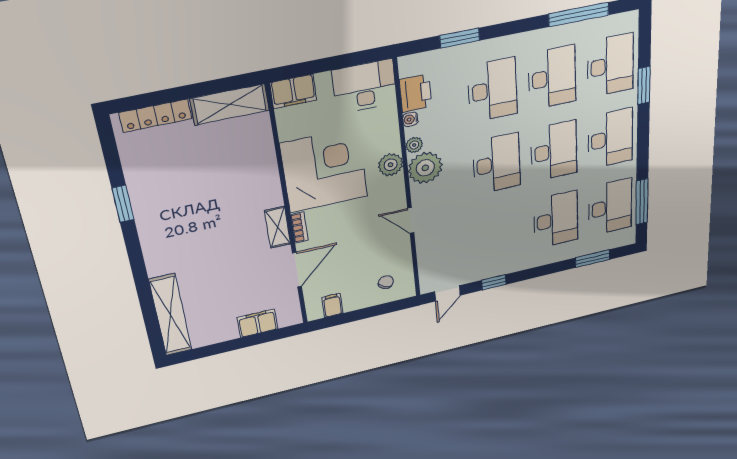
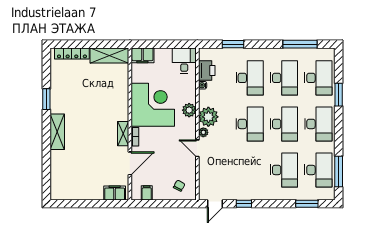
desk: (365, 86) -> (184, 61), width x0.73
plant: (414, 145) -> (203, 132), moved
shelving: (170, 315) -> (57, 132), moved, width x0.68
filing cabinet: (258, 323) -> (115, 193), moved

